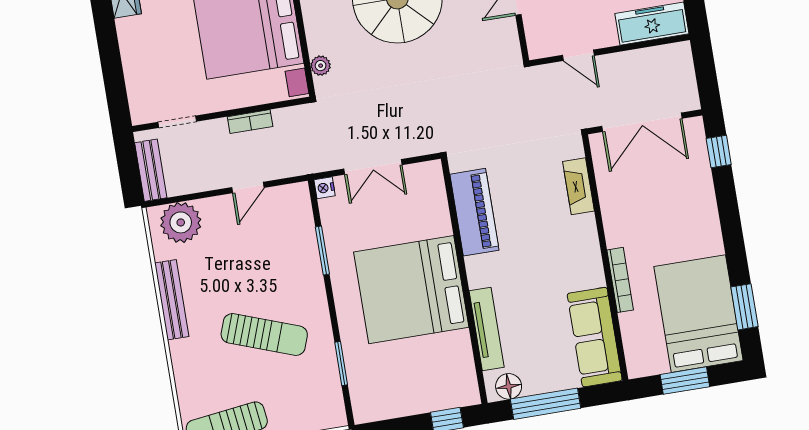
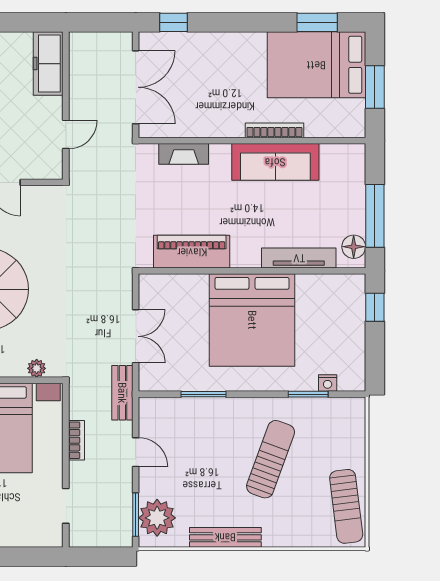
bench: (151, 170) -> (122, 393), moved, turned 90
nightstand: (325, 188) -> (328, 383), moved
window: (180, 199) -> (136, 515), added
sofa: (595, 337) -> (275, 162), moved

